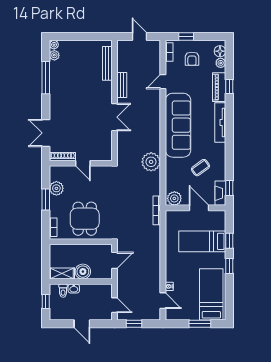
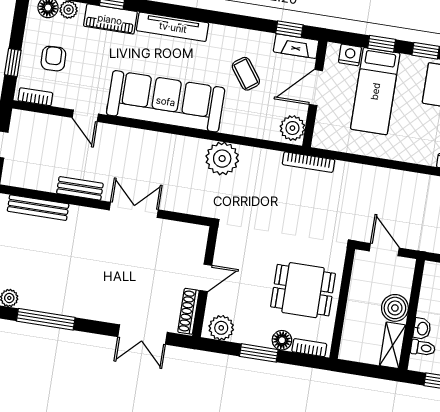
armchair: (192, 59) -> (53, 59), turned -92
plant: (56, 188) -> (221, 328), moved
floor lamp: (55, 211) -> (282, 340), added
nightstand: (220, 224) -> (350, 55), added

